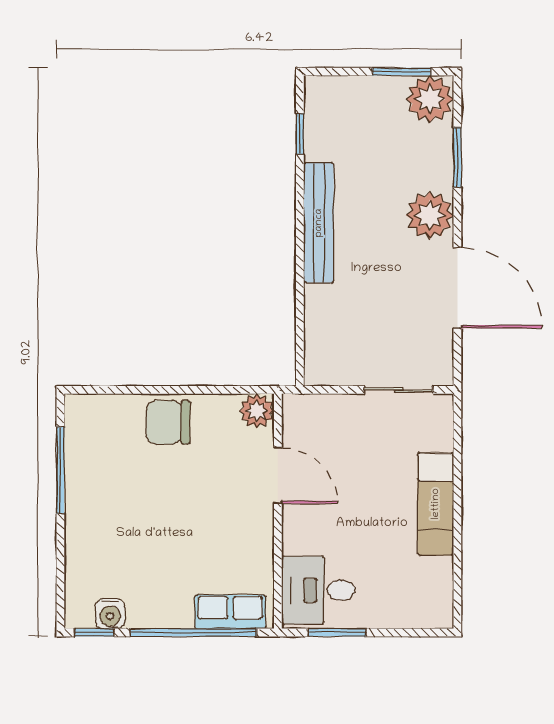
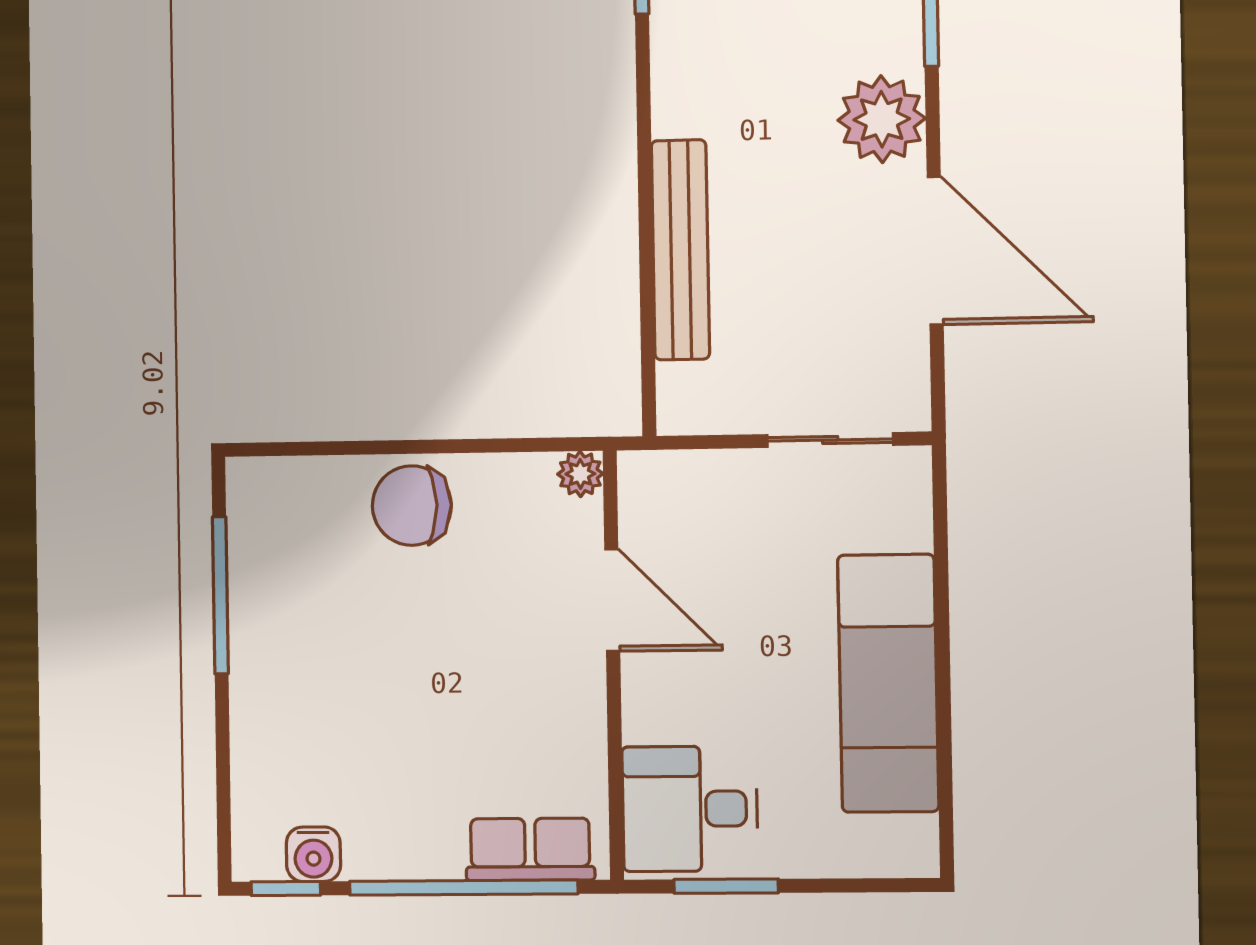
bench: (319, 223) -> (680, 250), moved
plant: (257, 411) -> (580, 474), width x0.73, depth x0.73
exam couch: (436, 504) -> (888, 683), width x1.36, depth x1.45

